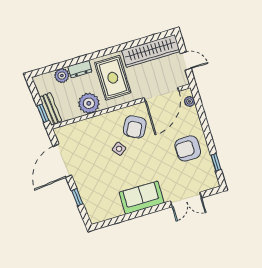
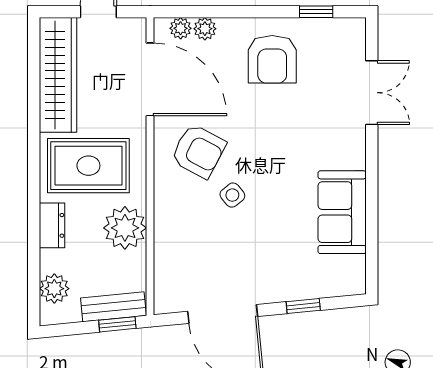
plant: (62, 76) -> (54, 289), moved
plant: (193, 113) -> (205, 29), added
sofa: (142, 198) -> (342, 212), moved

